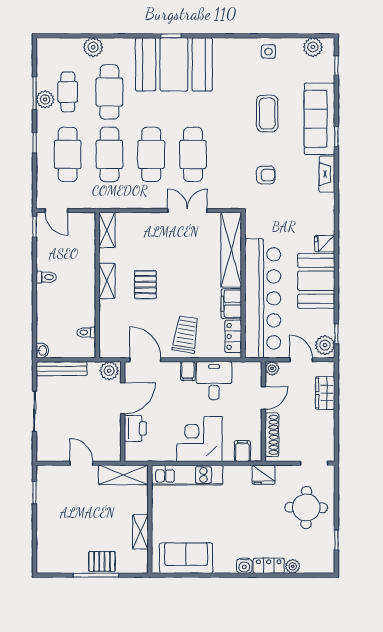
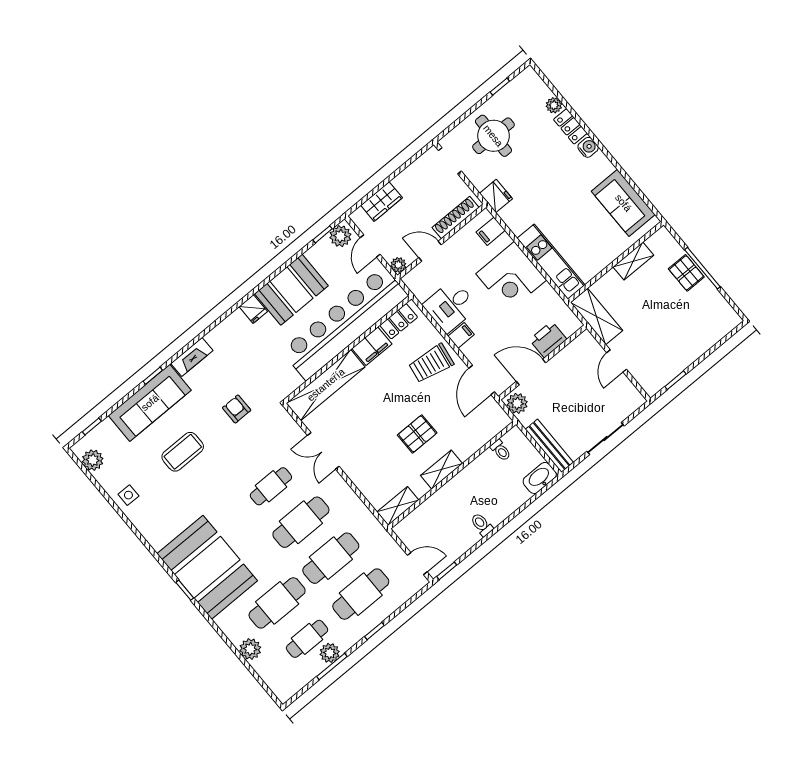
cafe table: (193, 154) -> (271, 486), width x0.73, depth x0.74
door: (56, 211) -> (417, 564), hinge flipped
washbasin: (42, 351) -> (540, 478), width x1.91, depth x1.45

